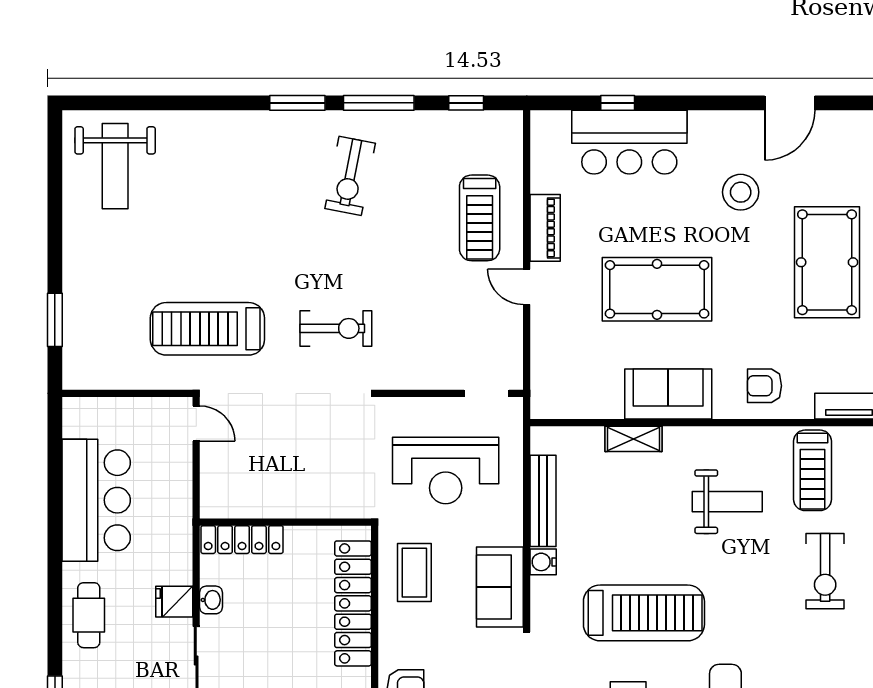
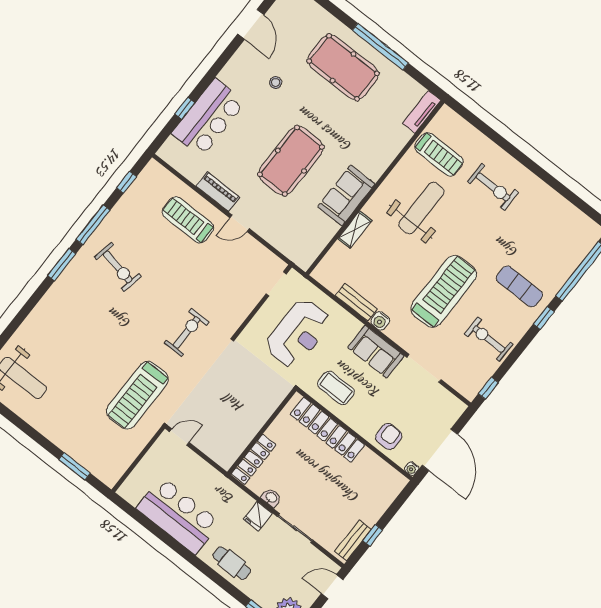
stool: (741, 192) -> (276, 83), width x0.53, depth x0.53
treadmill: (480, 218) -> (188, 220), turned 180
armchair: (765, 386) -> (379, 145), removed
bench: (543, 501) -> (356, 302), width x0.73
weight bench: (727, 502) -> (422, 208), width x1.36, depth x1.33

